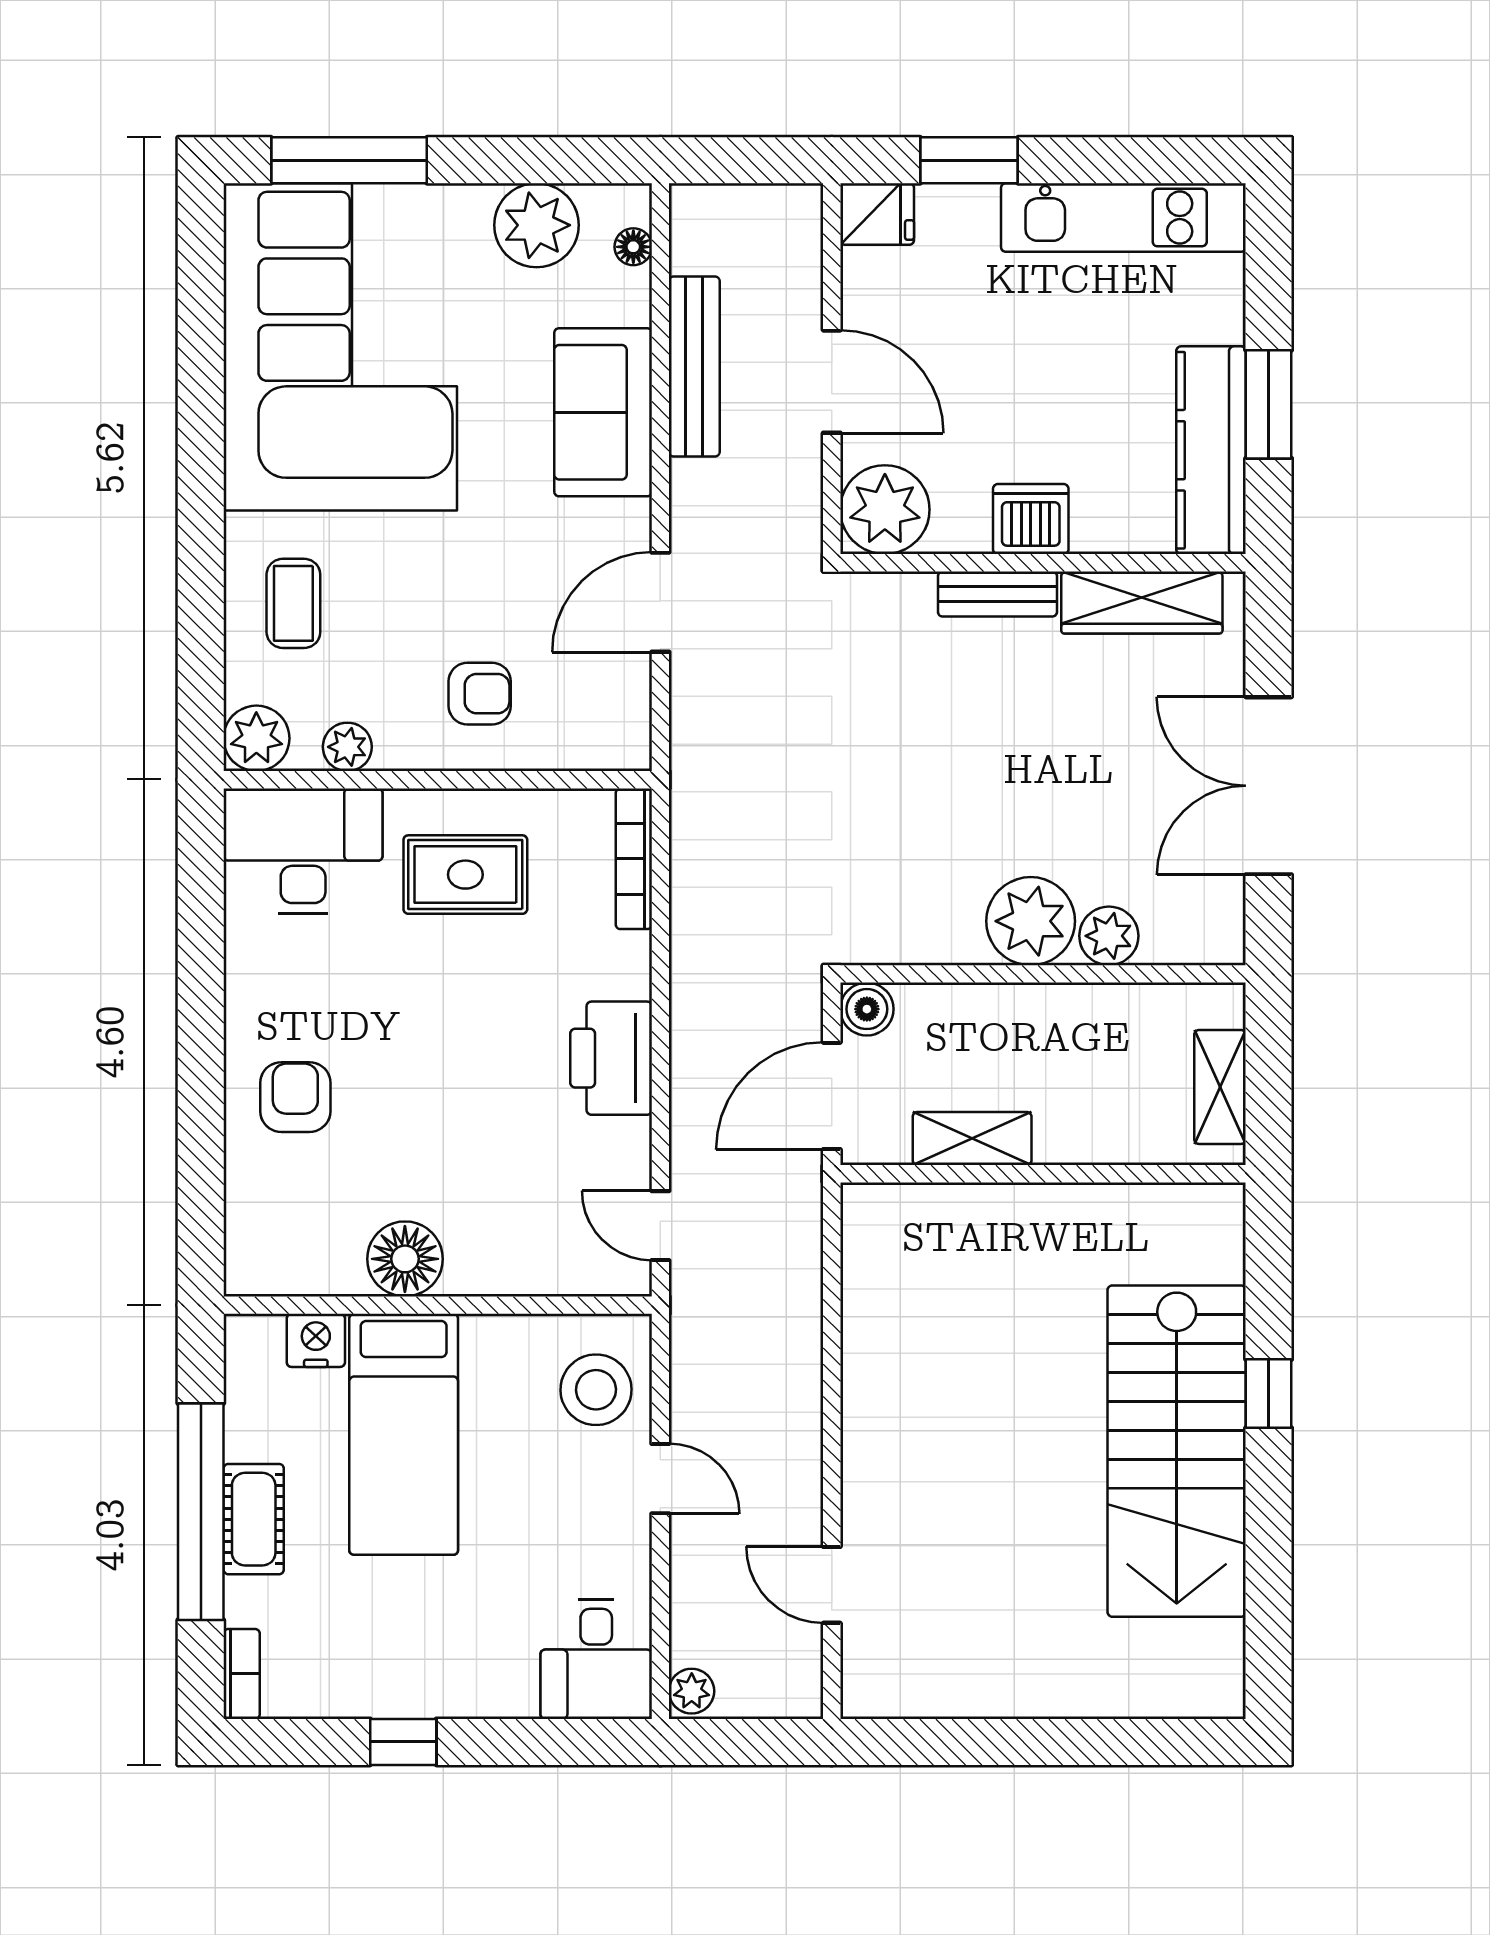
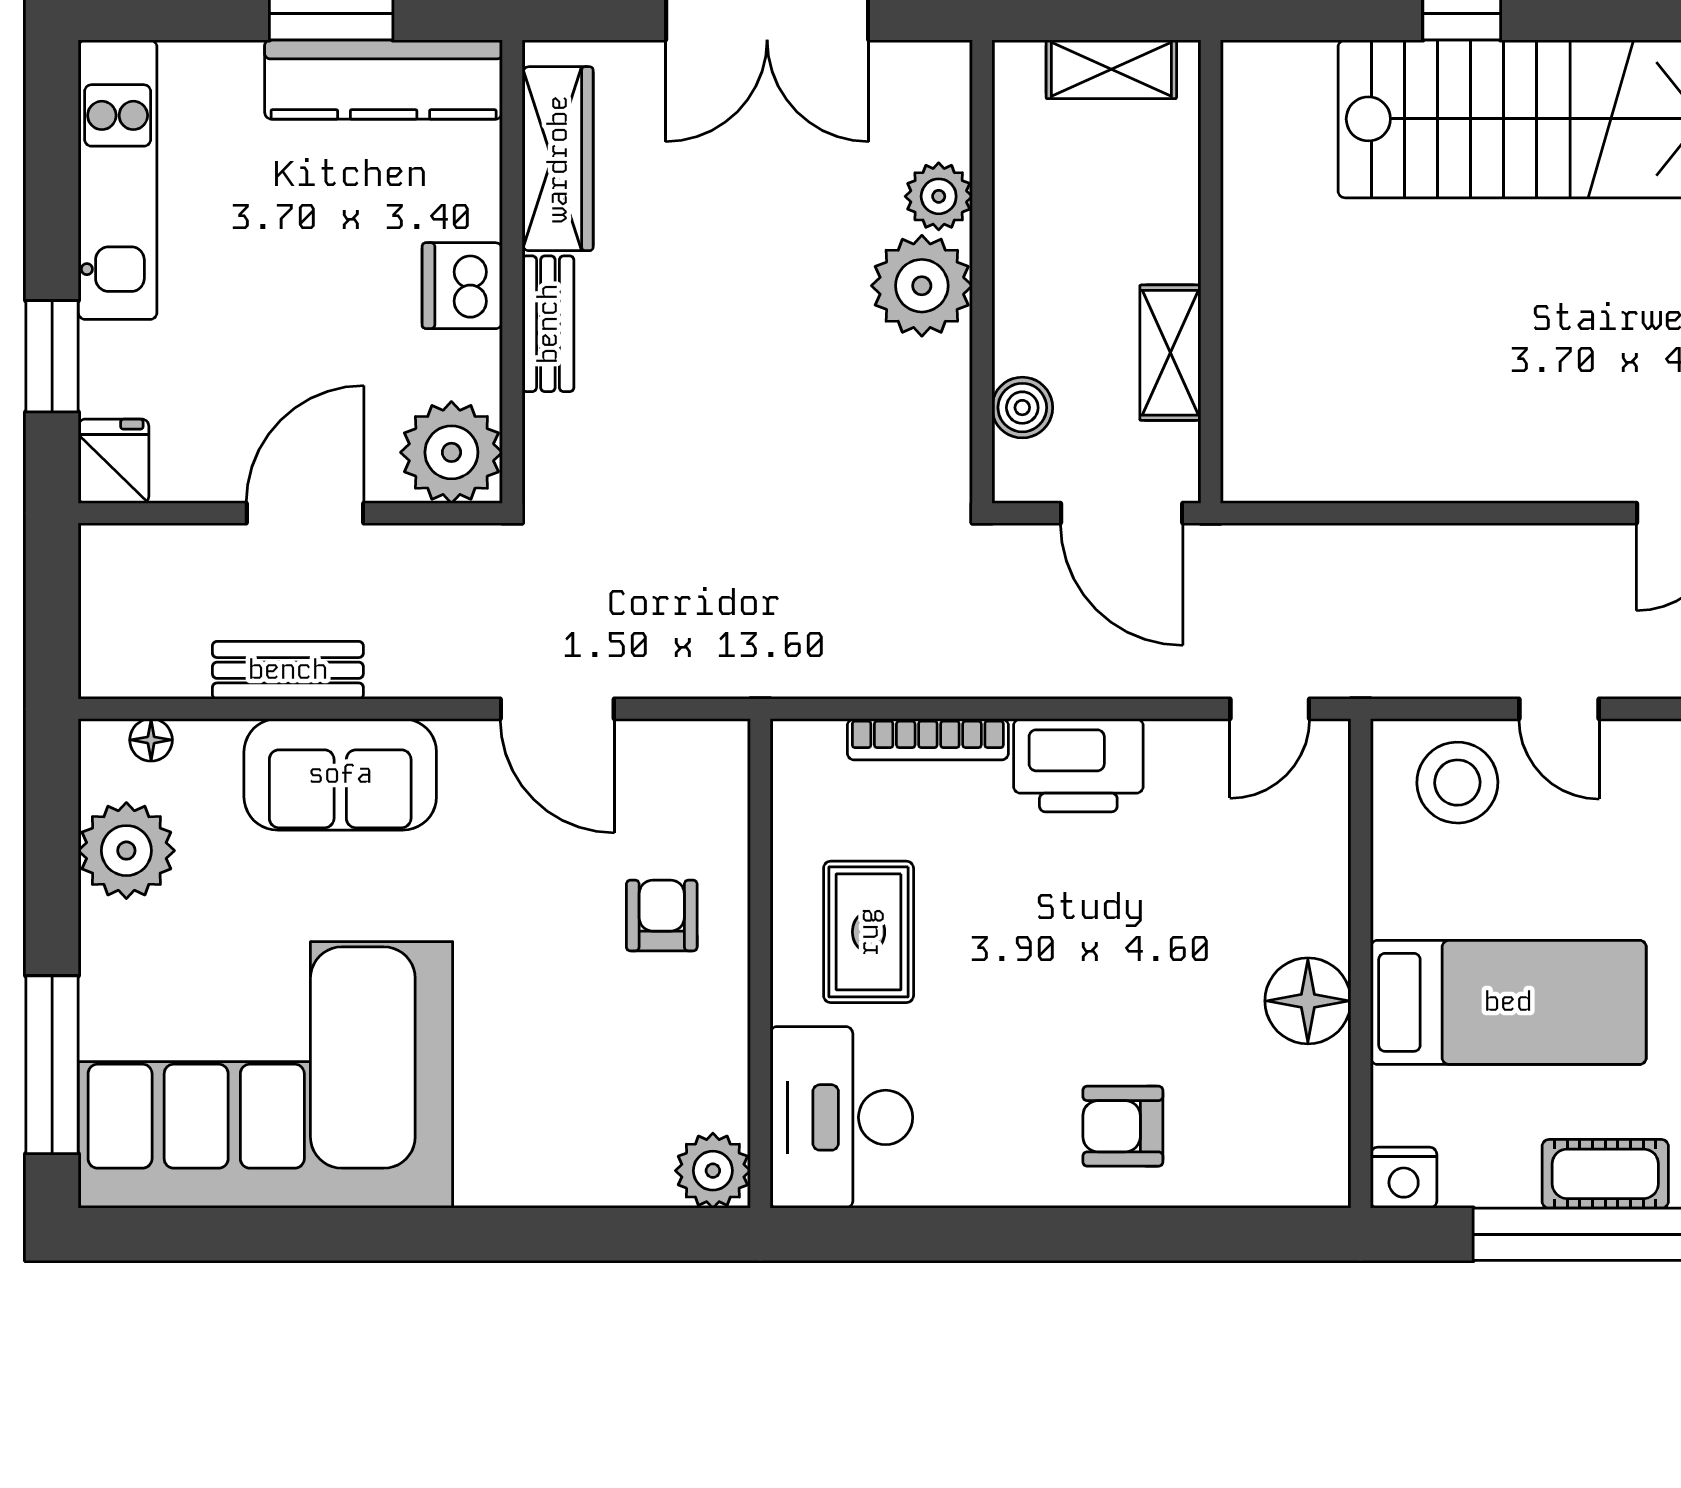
bench: (694, 367) -> (288, 670), width x0.73
coffee table: (293, 603) -> (559, 1128), removed
plant: (347, 747) -> (723, 1067), removed
bookcase: (634, 859) -> (928, 739), moved
boiler: (867, 1009) -> (1022, 408), moved
nightstand: (316, 1340) -> (1404, 1178), moved, turned -90
door: (660, 1479) -> (1559, 709), swing flipped

